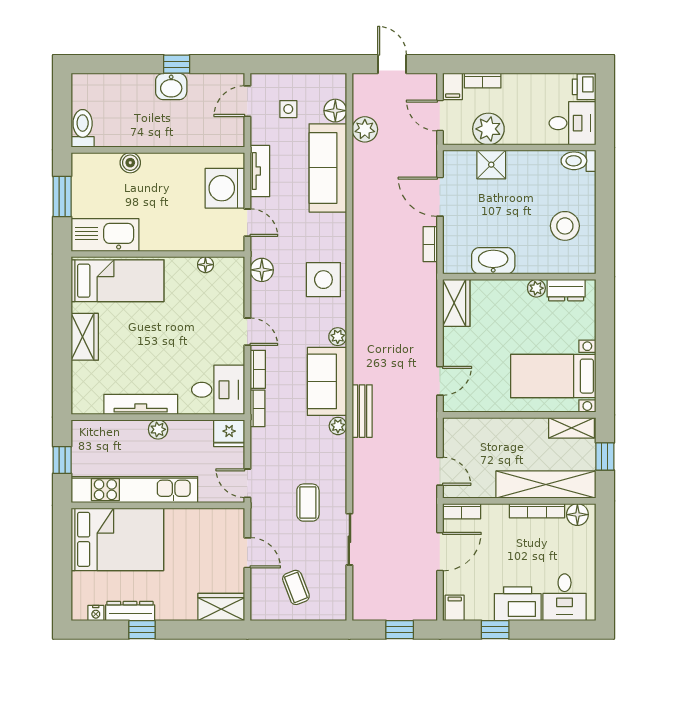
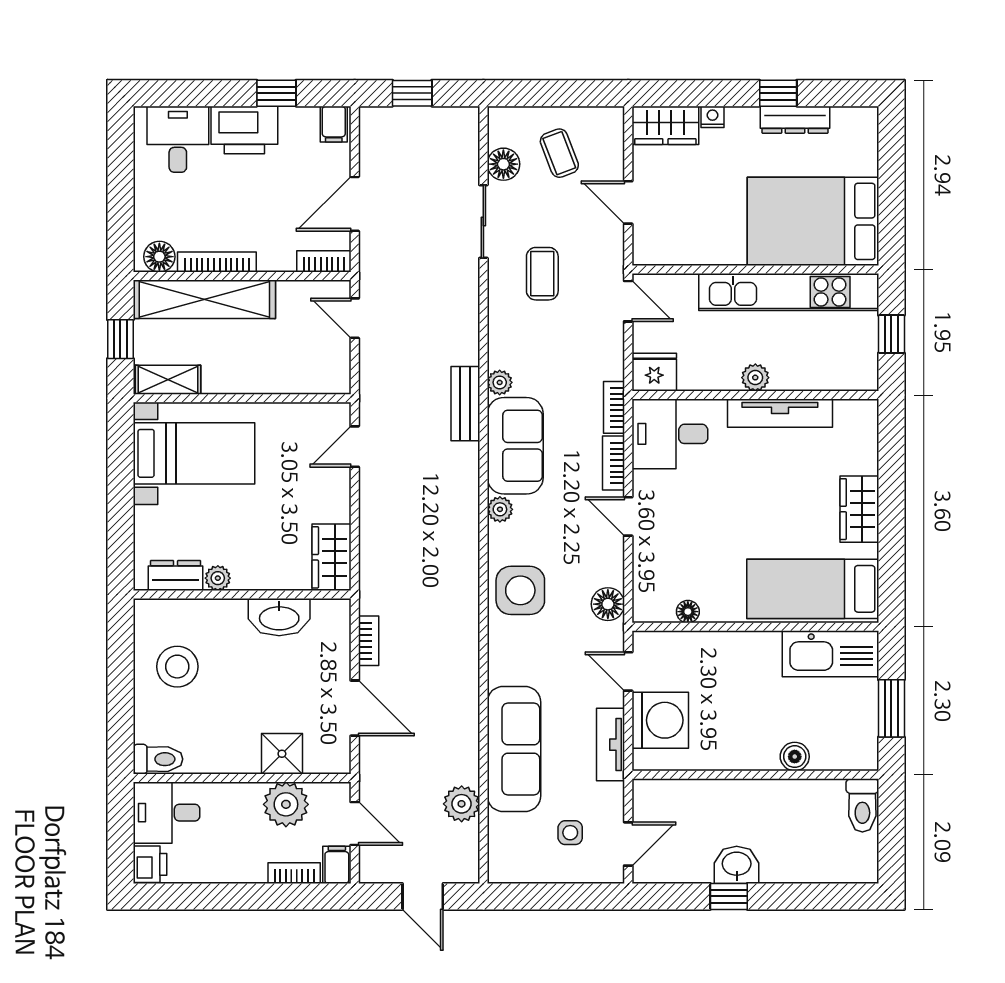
floor lamp: (335, 111) -> (503, 164), moved
nightstand: (96, 613) -> (713, 117), moved

